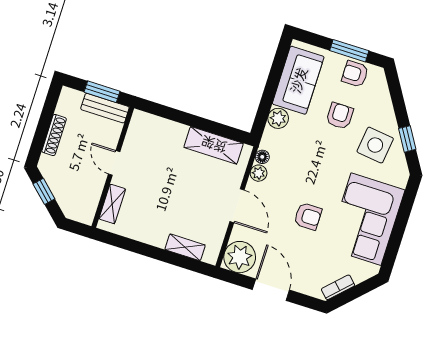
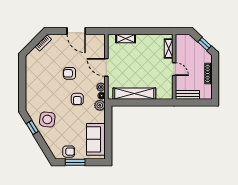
window: (102, 92) -> (191, 103), removed
armchair: (340, 116) -> (77, 99), moved
plant: (278, 118) -> (100, 105), moved
shelving: (214, 145) -> (134, 94), width x1.47
corner sofa: (366, 219) -> (40, 81), removed
plant: (240, 257) -> (97, 42), removed

